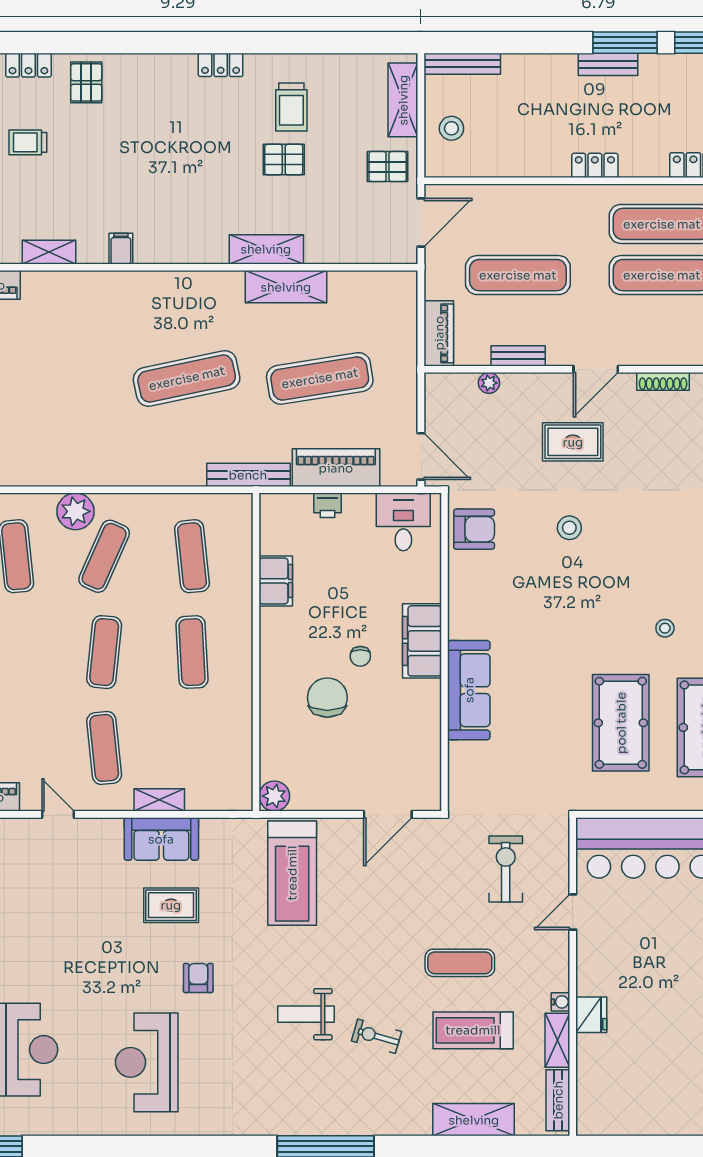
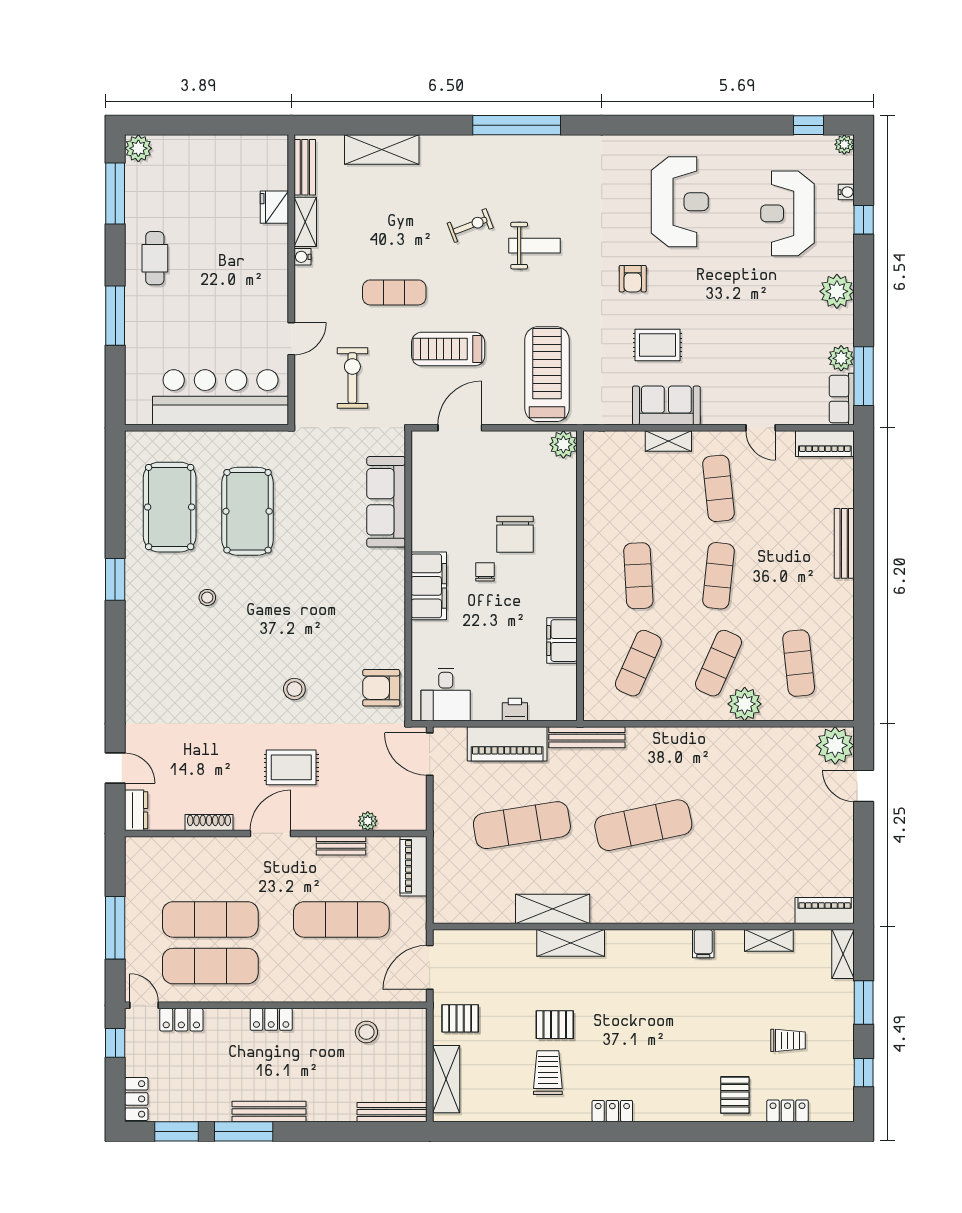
bench: (608, 64) -> (269, 1111), width x1.36
stool: (451, 128) -> (366, 1032), moved
exercise mat: (192, 556) -> (638, 663), turned 30
sofa: (469, 690) -> (386, 502), moved
exercise bike: (506, 869) -> (352, 378), turned 180
fridge: (591, 1015) -> (274, 207), moved
treadmill: (473, 1030) -> (448, 349), moved, turned 180
exercise bike: (376, 1036) -> (470, 226), turned -37

